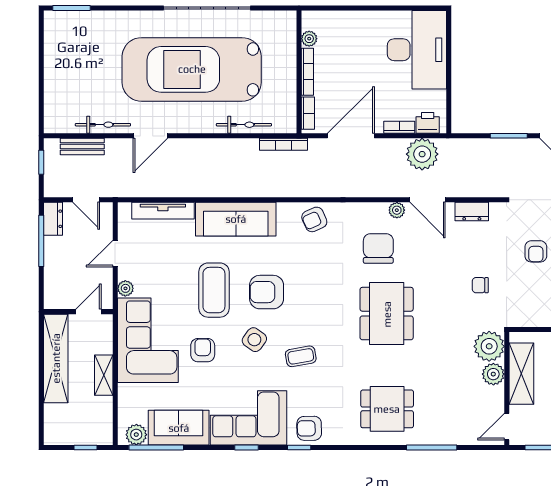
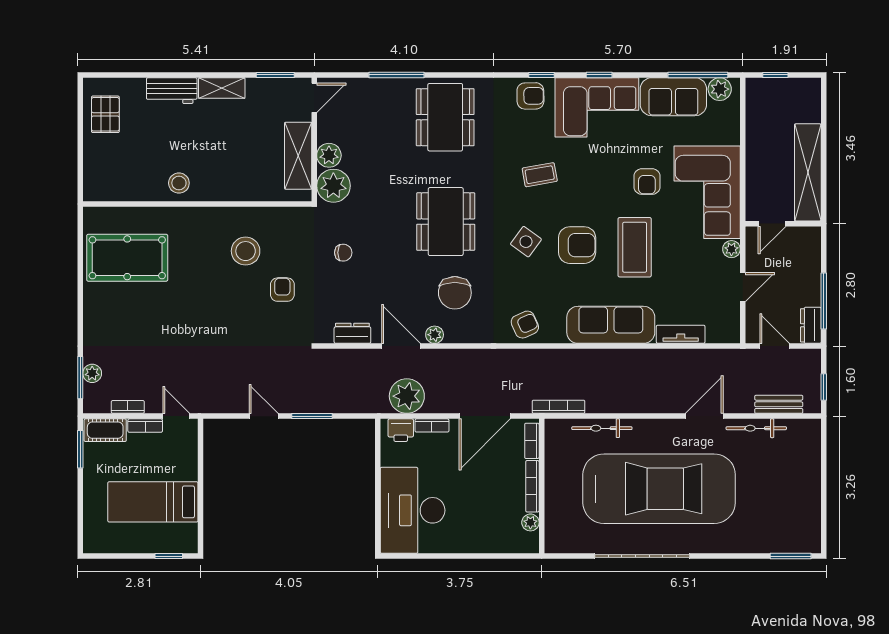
tv unit: (163, 211) -> (681, 334), width x0.71
side table: (254, 340) -> (526, 242), moved
shelving: (104, 375) -> (755, 154), removed
dining table: (387, 409) -> (445, 117), width x1.38

